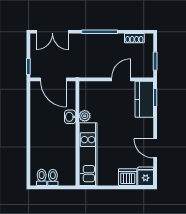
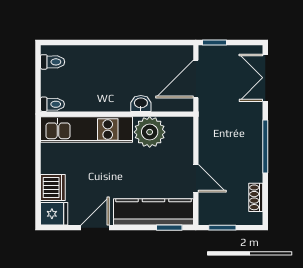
kitchen counter: (144, 99) -> (153, 212), width x1.50
plant: (85, 116) -> (150, 132), width x1.88, depth x1.88
toilet: (53, 177) -> (52, 104), moved

